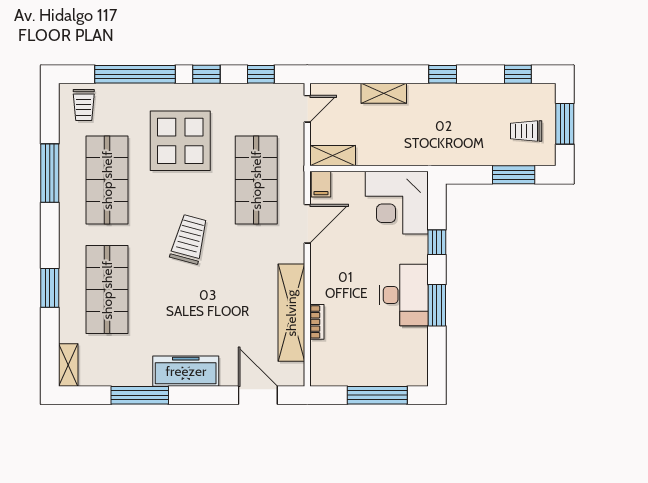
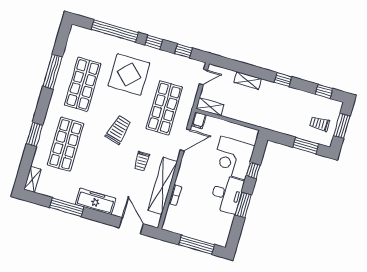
trolley: (84, 105) -> (142, 161), moved
corner desk: (397, 203) -> (233, 158), moved

